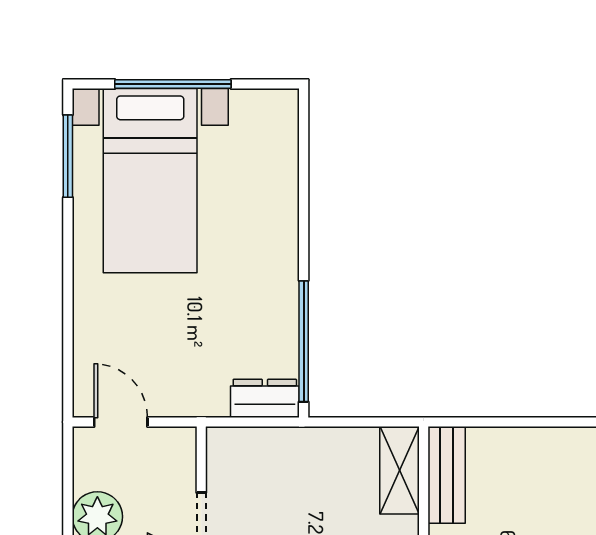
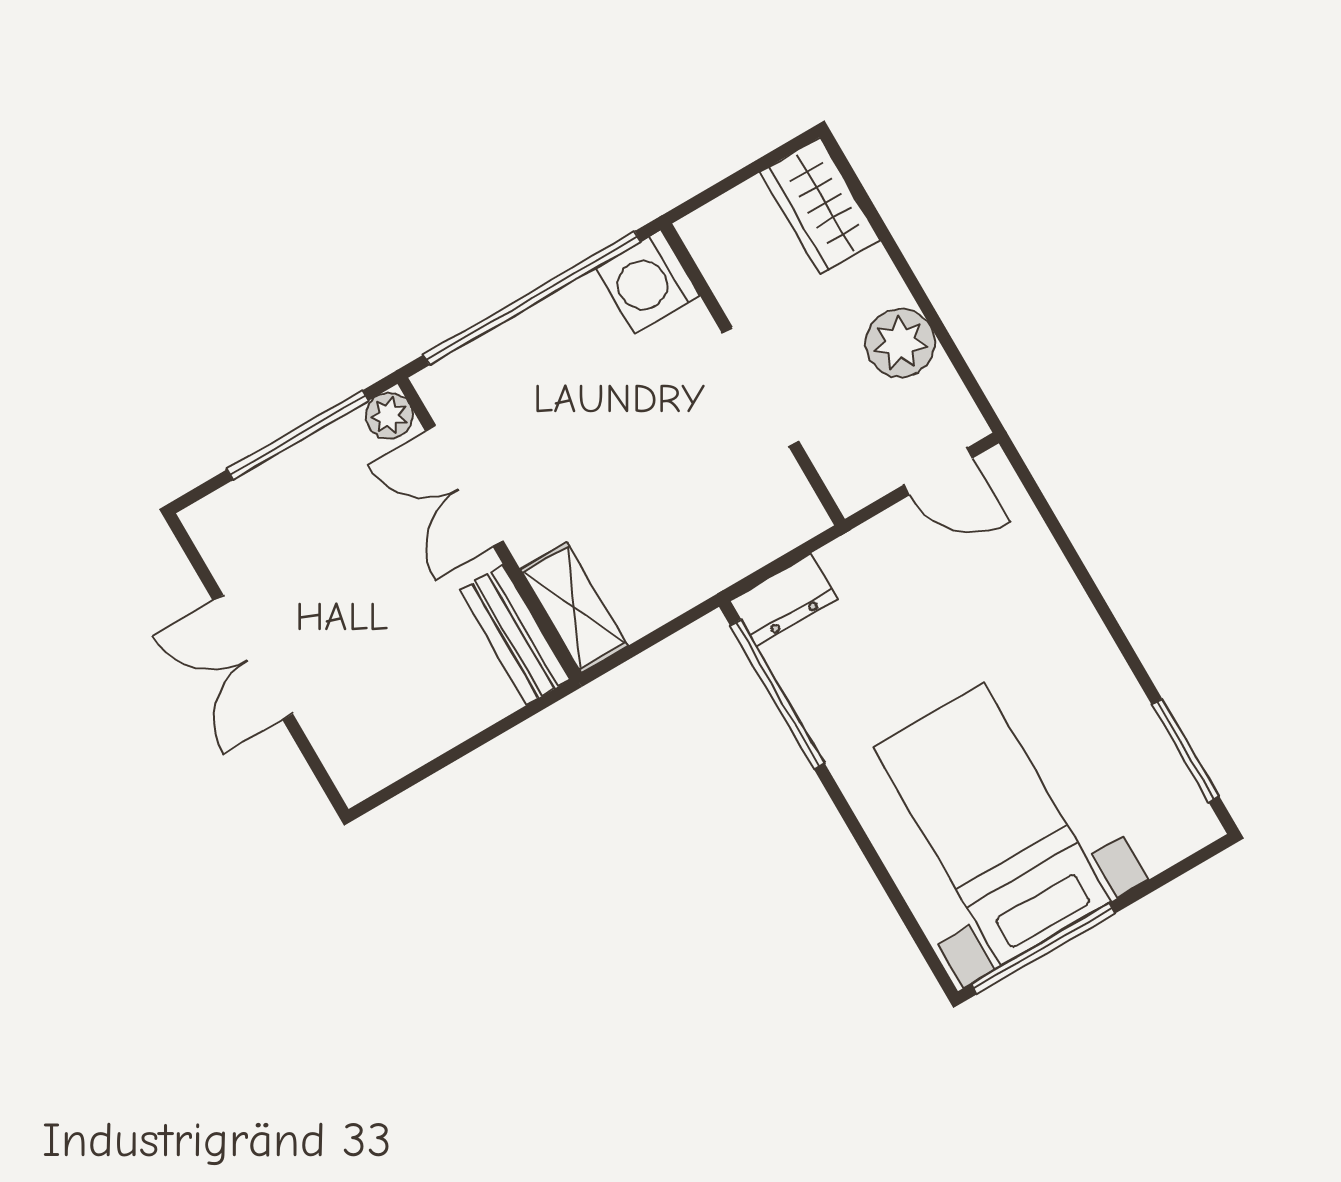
window: (173, 84) -> (1043, 949), moved
bed with nightstands: (150, 181) -> (992, 824), moved

